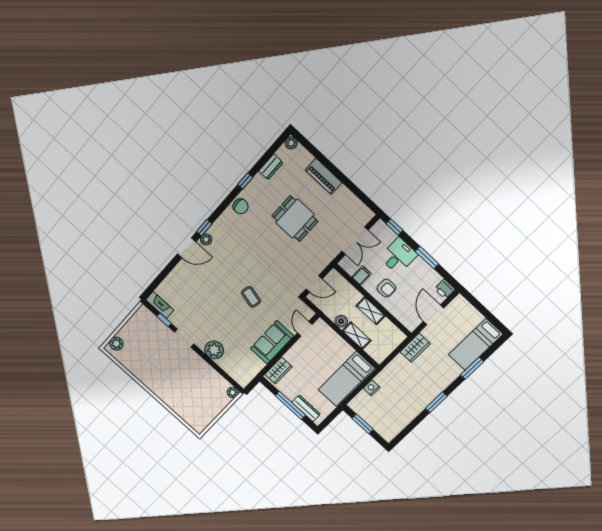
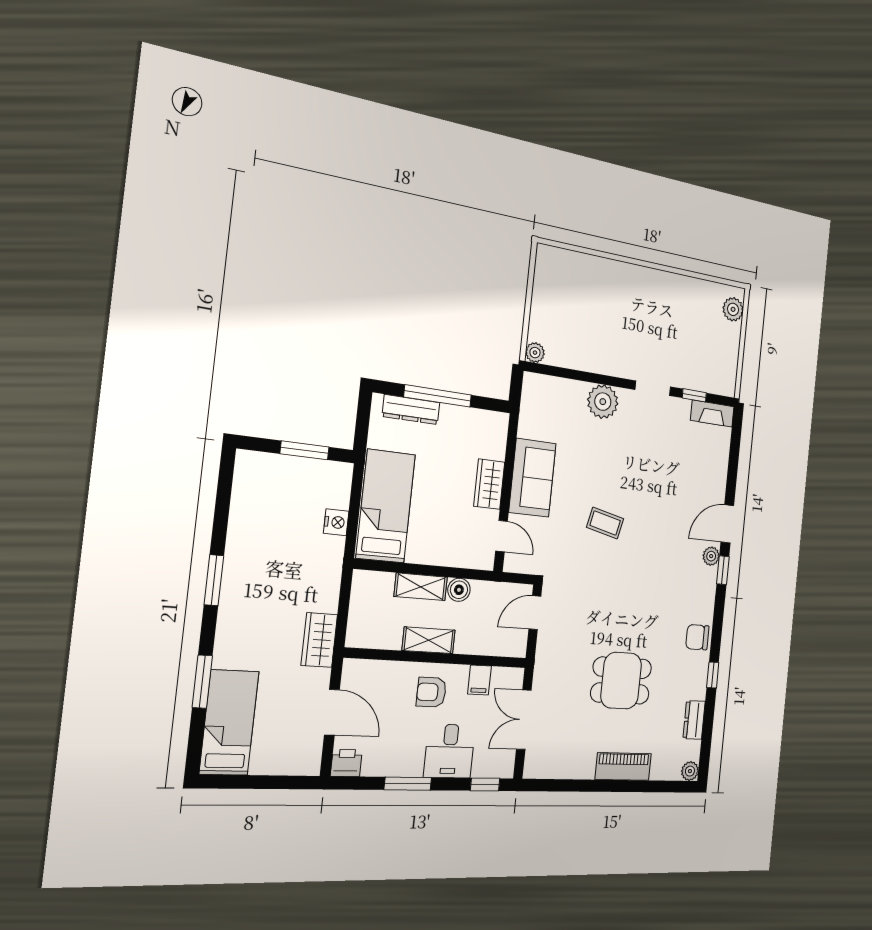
wardrobe: (278, 371) -> (489, 484), moved

